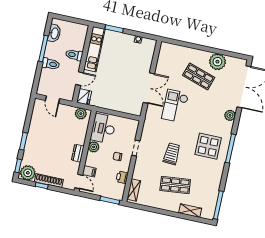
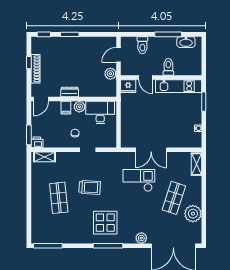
toilet: (51, 64) -> (142, 45), moved
plant: (81, 114) -> (110, 74), moved
filing cabinet: (89, 171) -> (66, 108), moved
plant: (28, 173) -> (39, 46), removed
printer: (122, 177) -> (37, 142), moved
shelving: (190, 211) -> (196, 164), moved

